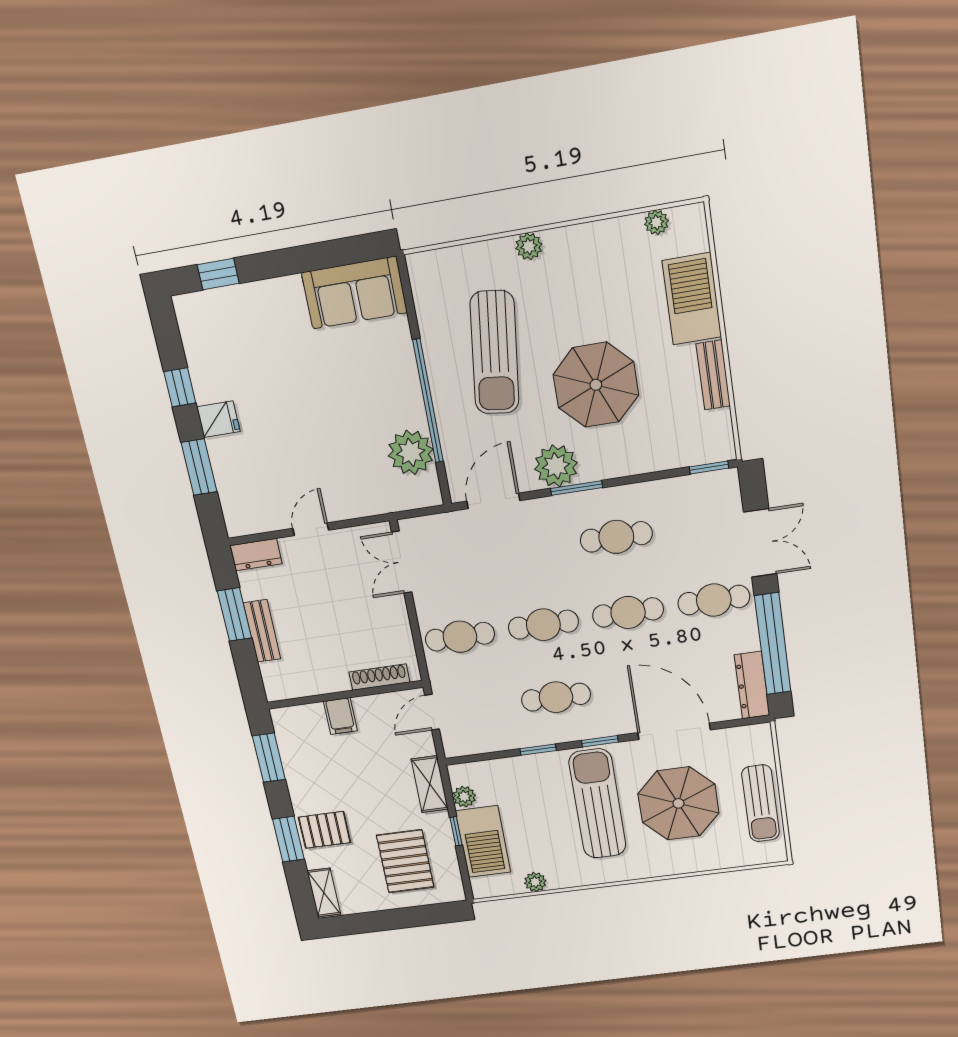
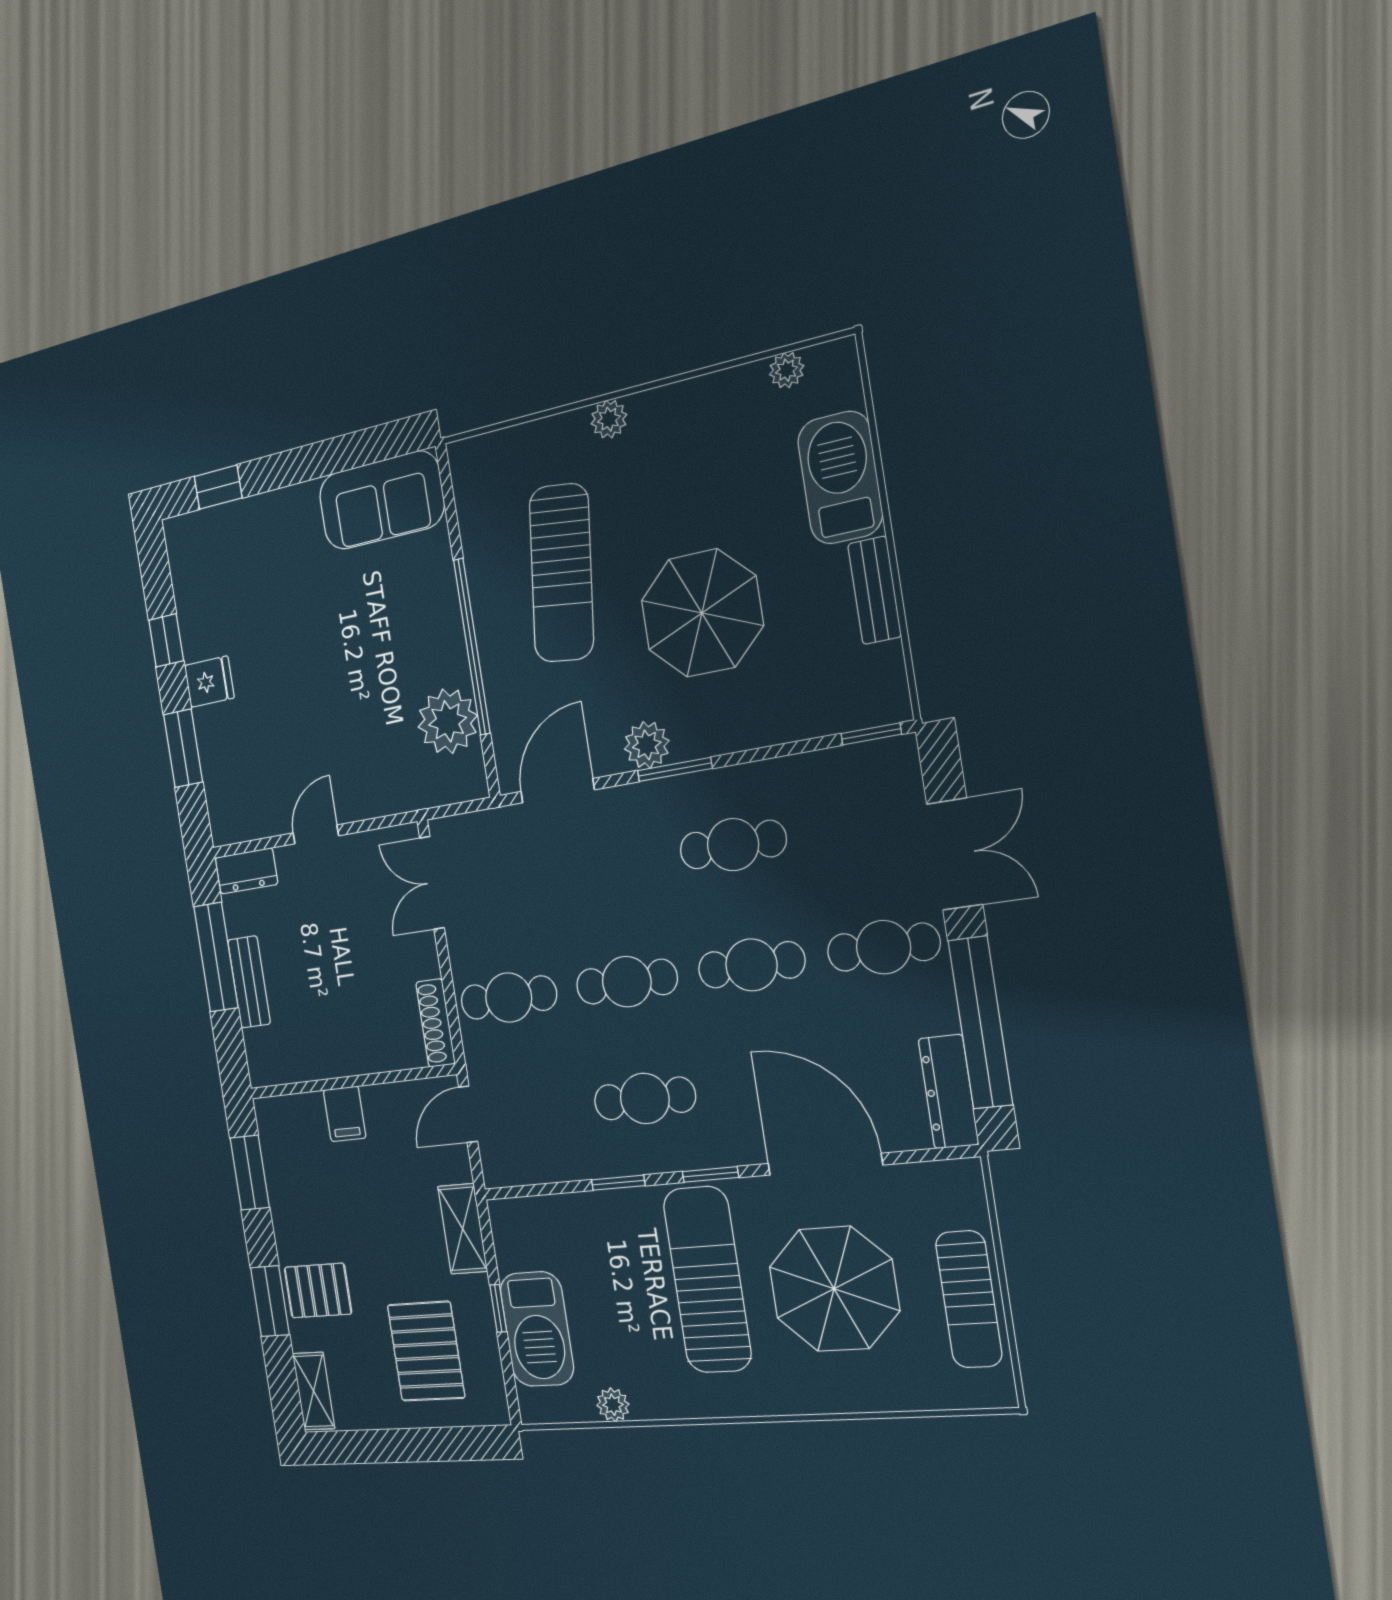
plant: (556, 466) -> (647, 745), width x0.73, depth x0.73
window: (234, 614) -> (216, 957), width x1.44
shoe rack: (379, 677) -> (435, 1023), moved, turned -90
plant: (464, 797) -> (511, 1253), removed

